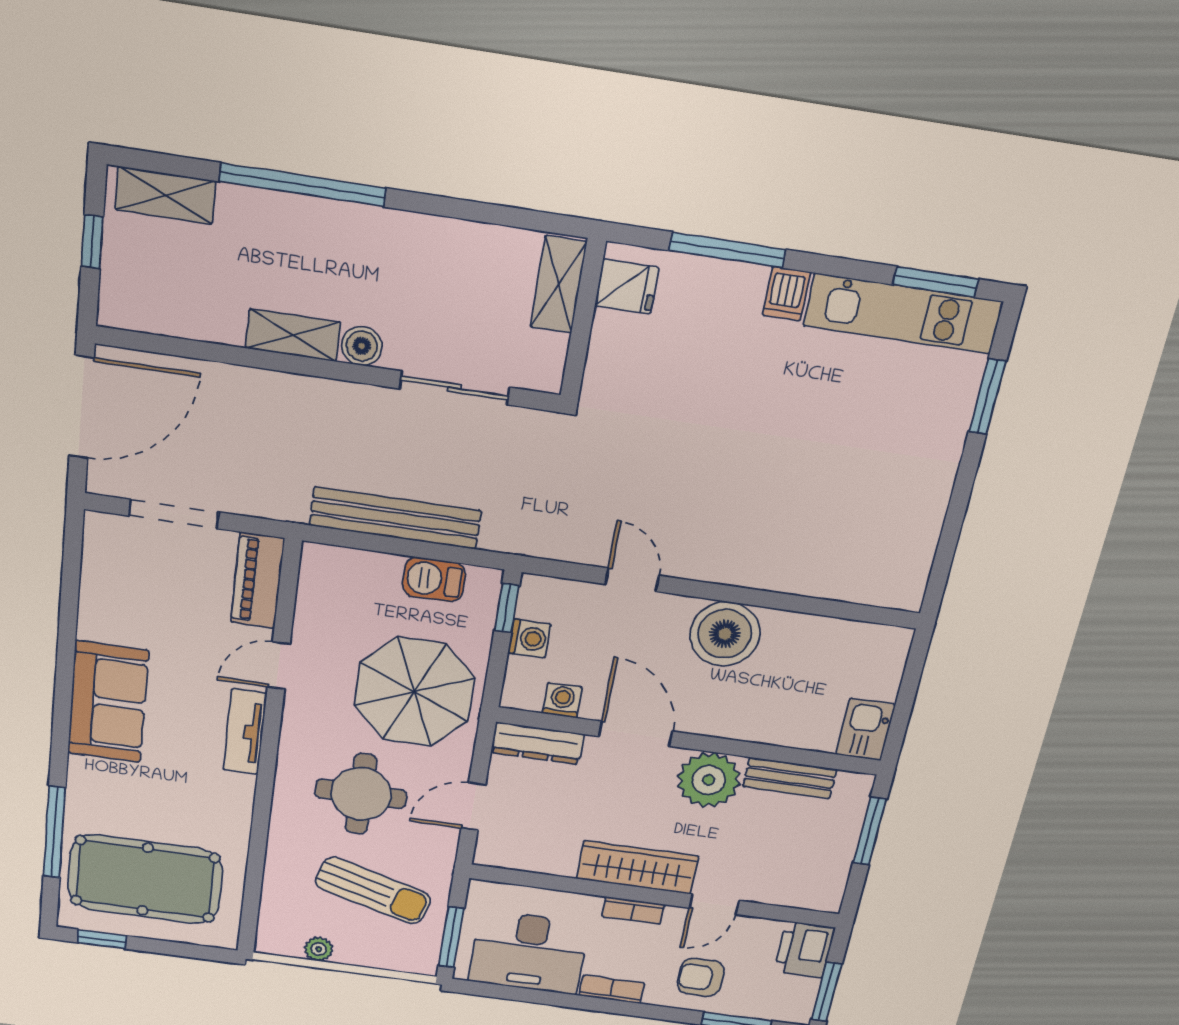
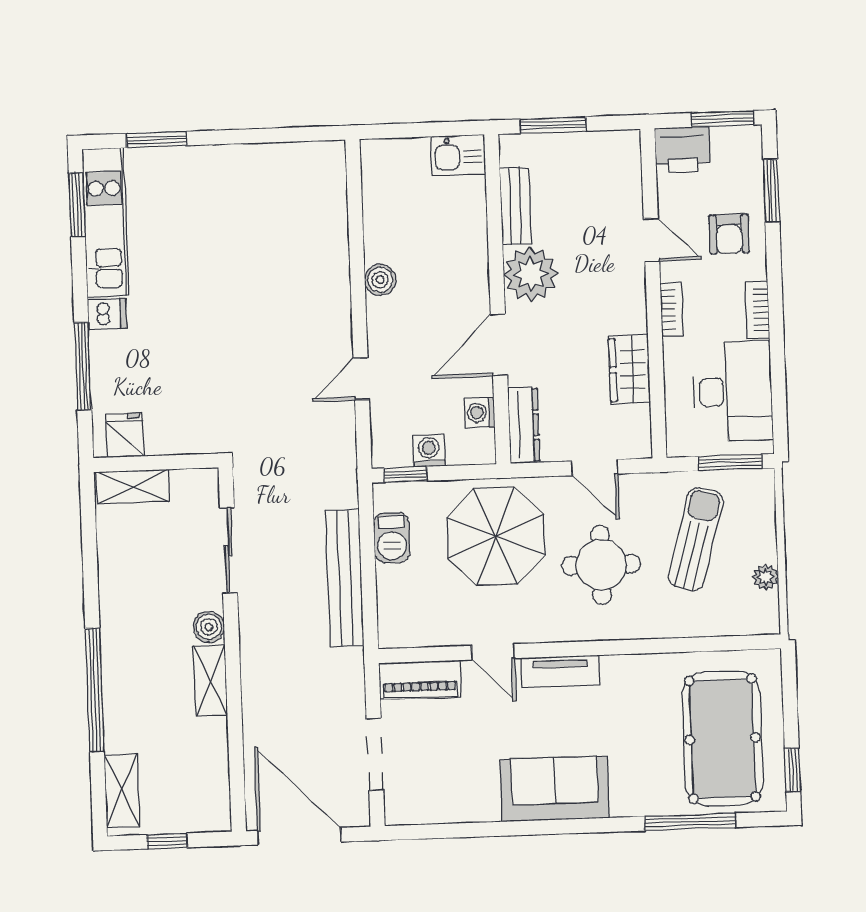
boiler: (725, 634) -> (380, 280), width x0.54, depth x0.54
wardrobe: (637, 867) -> (630, 369), moved, width x0.67

